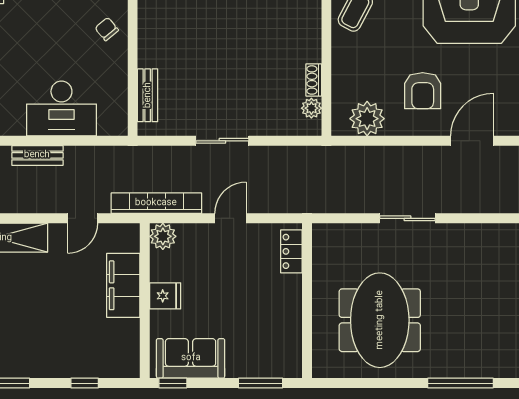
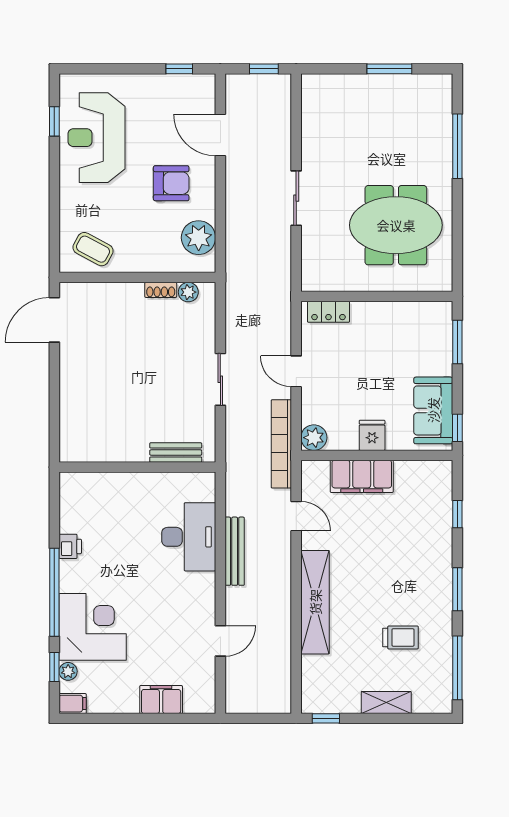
chair: (107, 29) -> (111, 493), removed
bench: (37, 155) -> (235, 551), width x1.36

